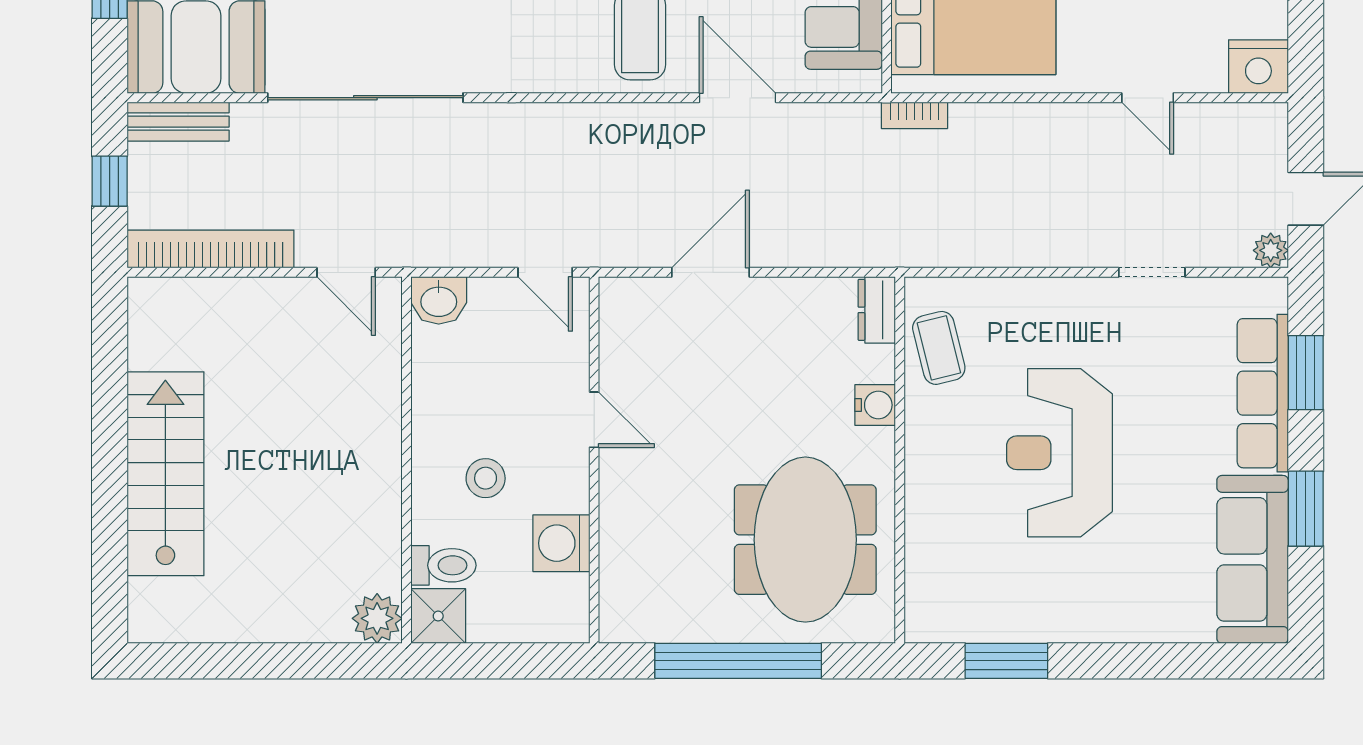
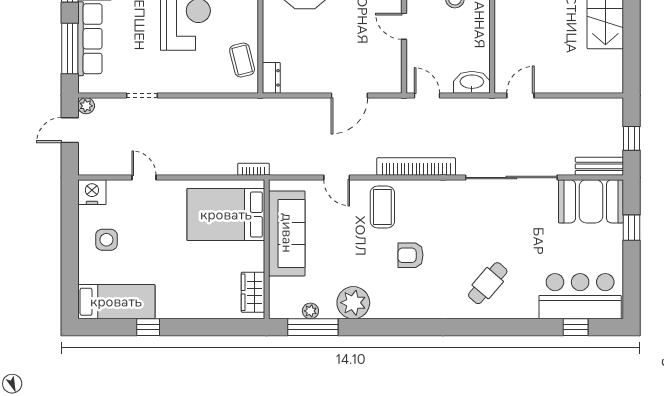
door: (737, 98) -> (337, 178), width x0.73
bookcase: (211, 249) -> (416, 167), moved, turned 180
door: (346, 272) -> (520, 95), hinge flipped
washbasin: (439, 300) -> (472, 82), width x1.38
window: (1306, 373) -> (70, 48), width x1.44
water cooler: (875, 405) -> (272, 33), removed

